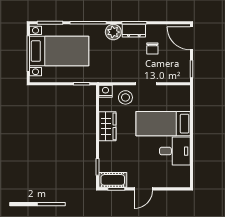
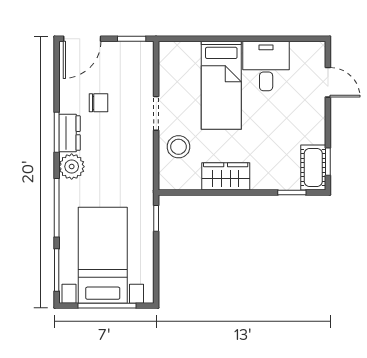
nightstand: (105, 91) -> (168, 179), removed
door: (143, 189) -> (328, 82), moved

